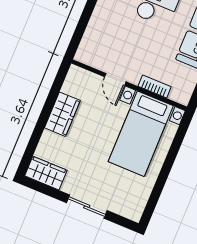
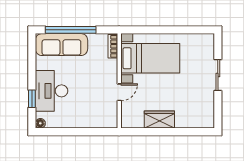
bookcase: (155, 87) -> (113, 46), moved
wardrobe: (46, 173) -> (206, 114), removed

